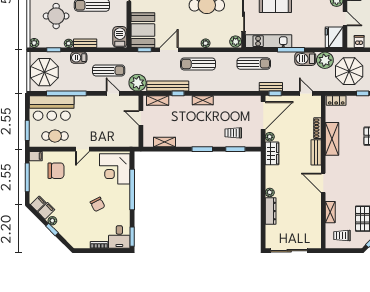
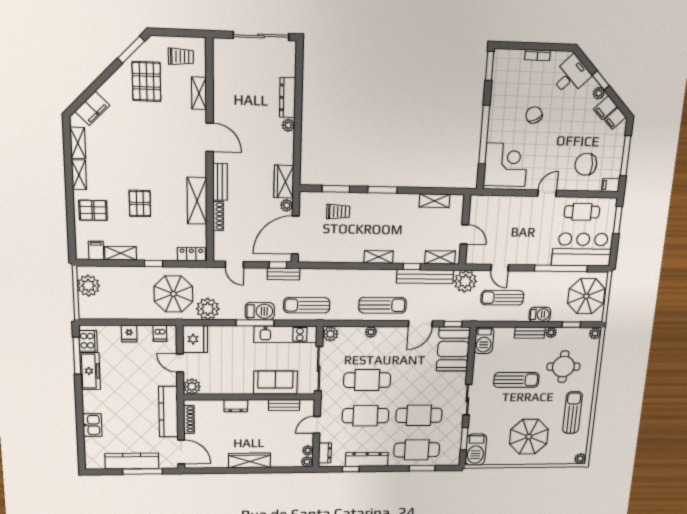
barbecue: (305, 59) -> (260, 311), moved
desk: (119, 237) -> (571, 76), moved, turned 45

